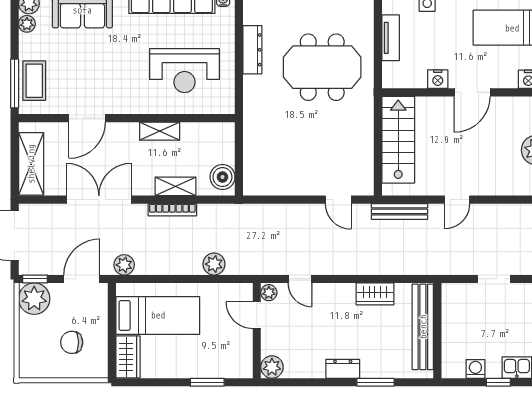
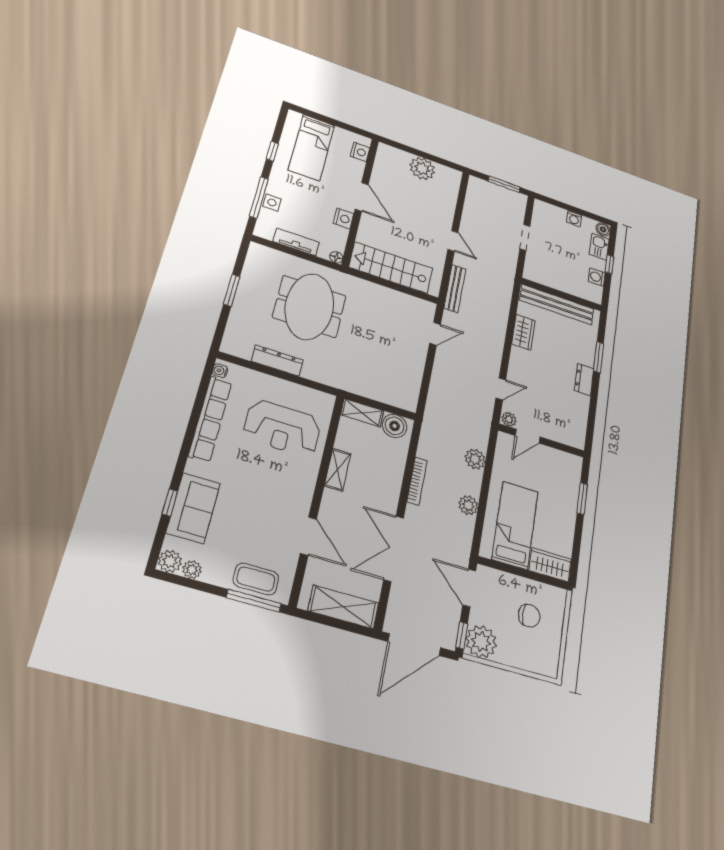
reception desk: (185, 71) -> (282, 428), turned 90
floor lamp: (389, 82) -> (336, 257), added
shelving: (176, 186) -> (362, 413), moved, turned 90
plant: (124, 265) -> (468, 505), moved
chair: (72, 342) -> (529, 616), turned -90
plant: (272, 367) -> (575, 438), removed

